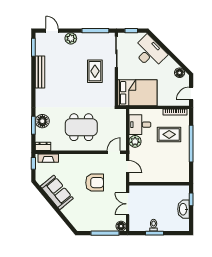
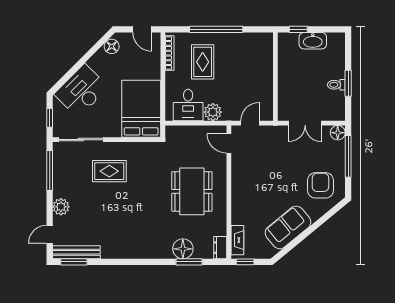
bench: (40, 72) -> (76, 252), moved
armchair: (95, 183) -> (320, 185), moved

